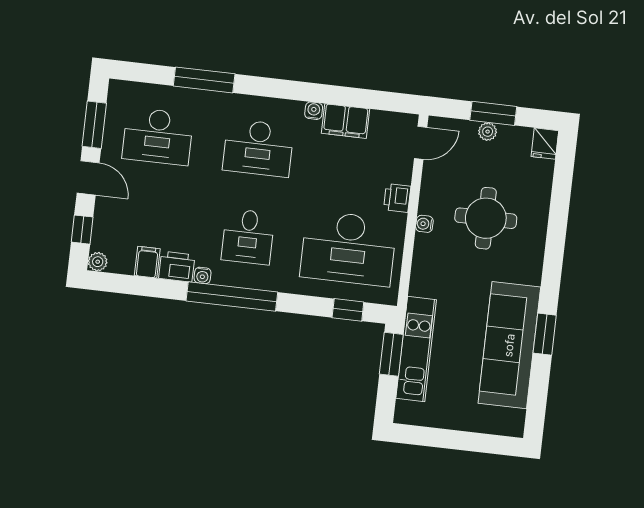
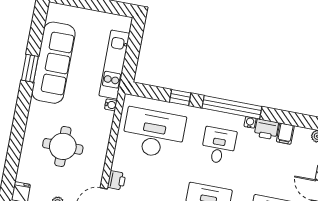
printer: (397, 198) -> (116, 180), moved
water cooler: (424, 224) -> (111, 105), moved
window: (348, 310) -> (180, 98), moved
window: (391, 354) -> (131, 62), removed

